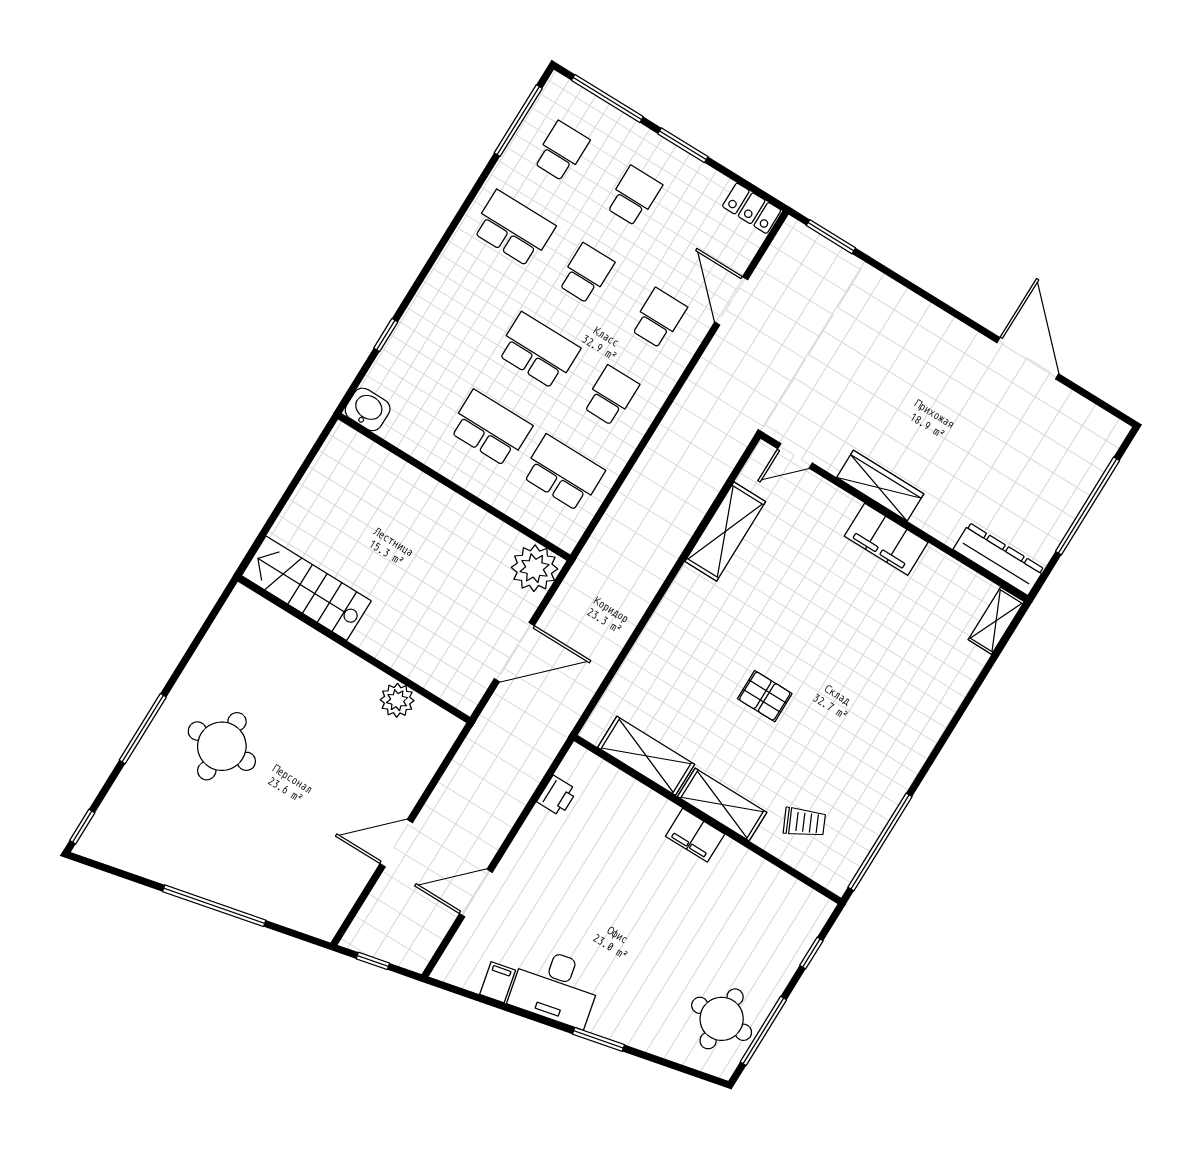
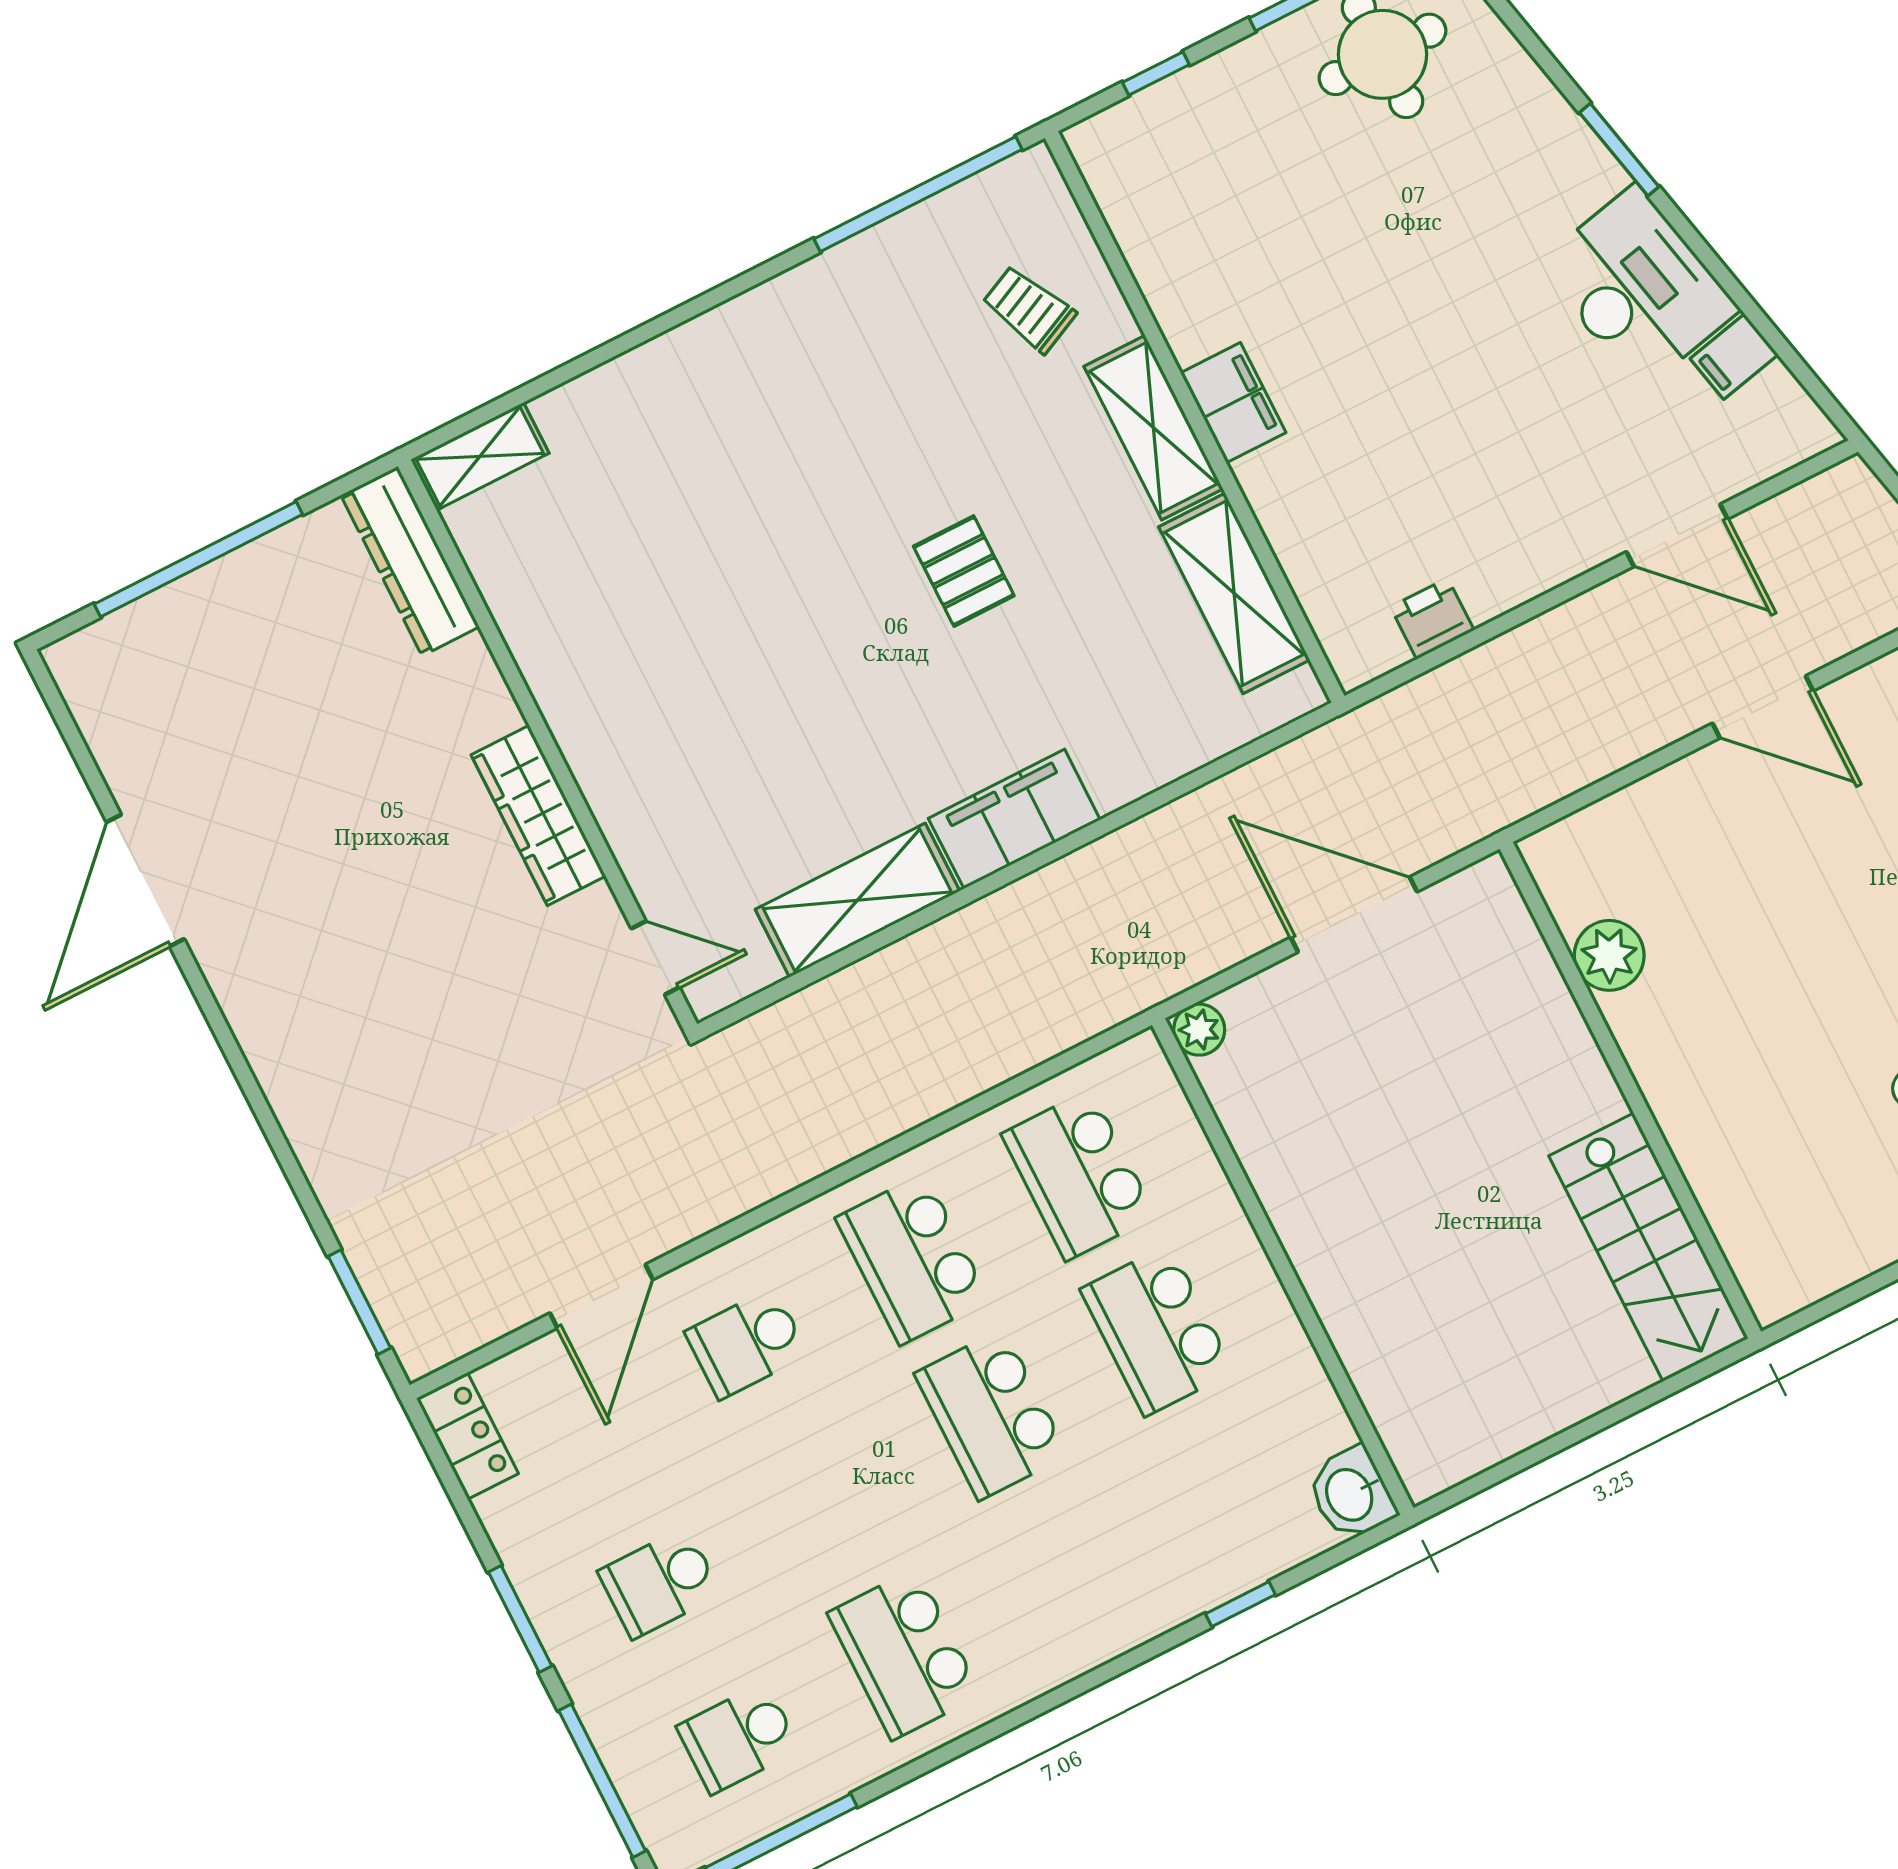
school desk: (586, 273) -> (825, 1499), removed
school desk: (611, 396) -> (912, 1259), width x1.85
filing cabinet: (886, 539) -> (1014, 819), moved, turned -90
plant: (534, 568) -> (1199, 1030), width x0.53, depth x0.53

